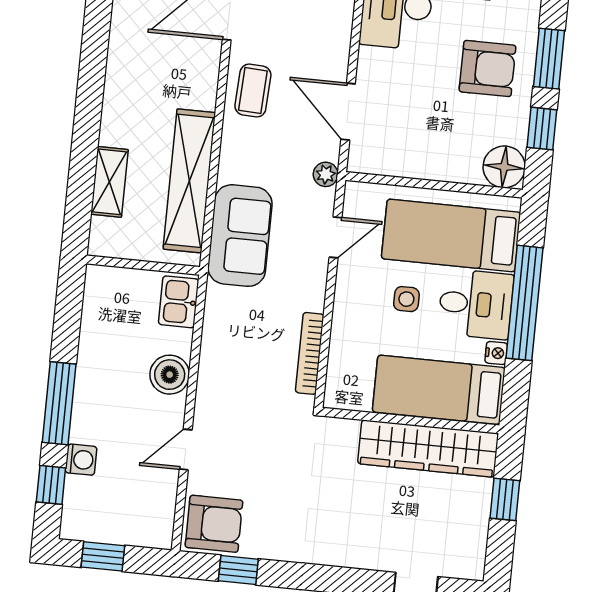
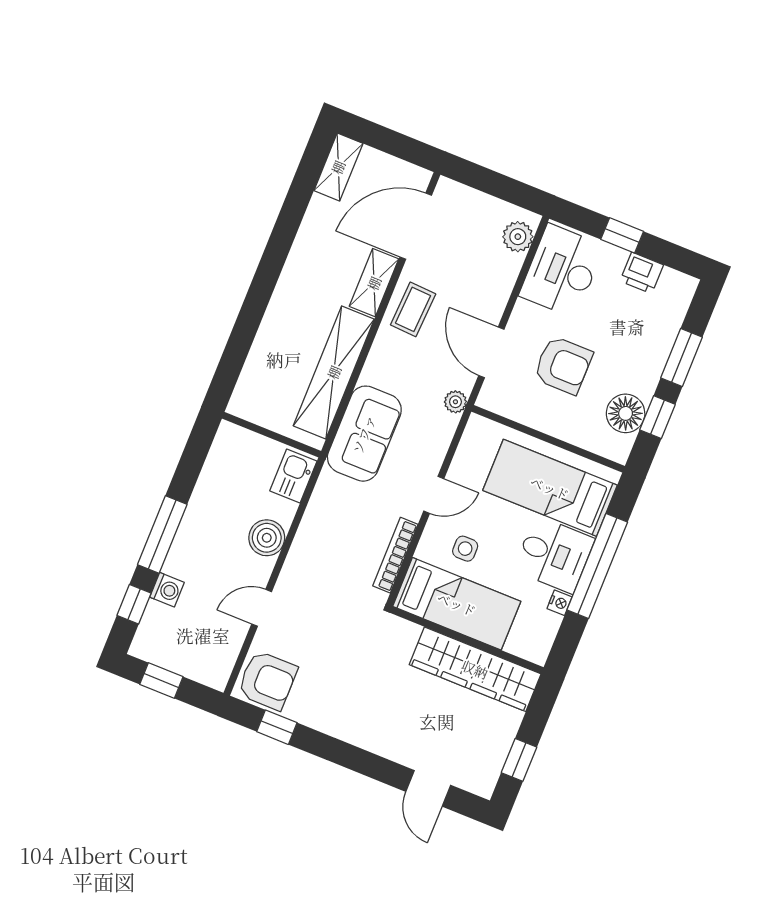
armchair: (487, 68) -> (563, 365), moved
floor lamp: (504, 167) -> (626, 413), moved
shelving: (110, 182) -> (374, 283), moved
door: (336, 237) -> (434, 495), moved
side table: (406, 299) -> (465, 549), moved
bed: (439, 390) -> (457, 604), moved, turned 180
window: (505, 499) -> (519, 760), moved

